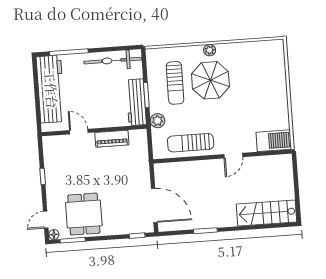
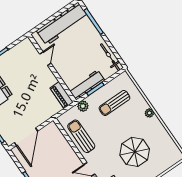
bicycle: (113, 61) -> (110, 57), width x0.73, depth x0.71
parasol: (210, 80) -> (135, 152), moved
piano: (112, 139) -> (62, 95), moved

